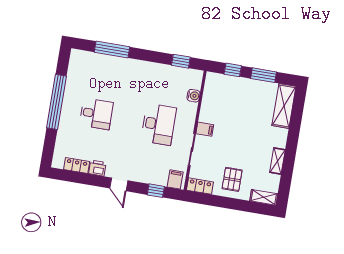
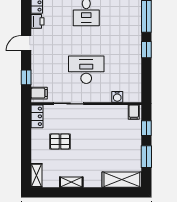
window: (181, 61) -> (146, 50), moved
desk: (159, 124) -> (86, 70), turned 180
filing cabinet: (205, 129) -> (134, 112), moved
pallet: (232, 179) -> (60, 142), moved

